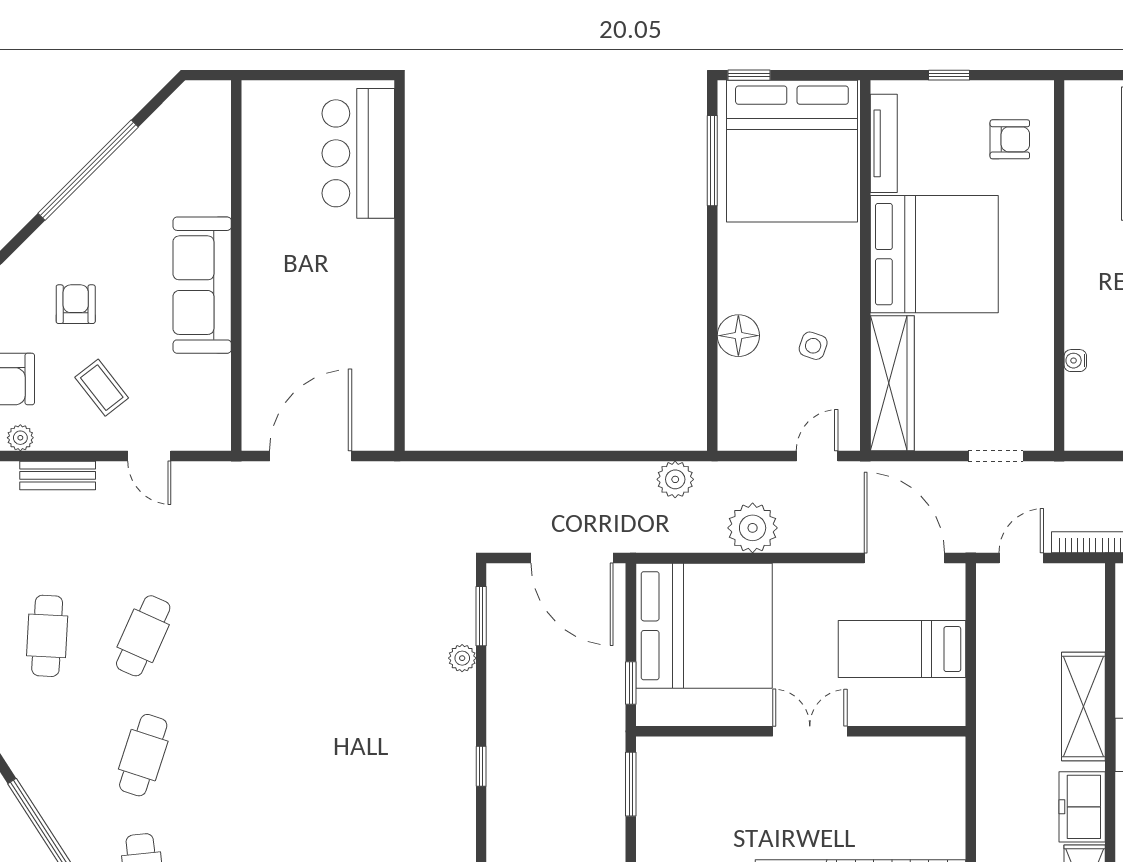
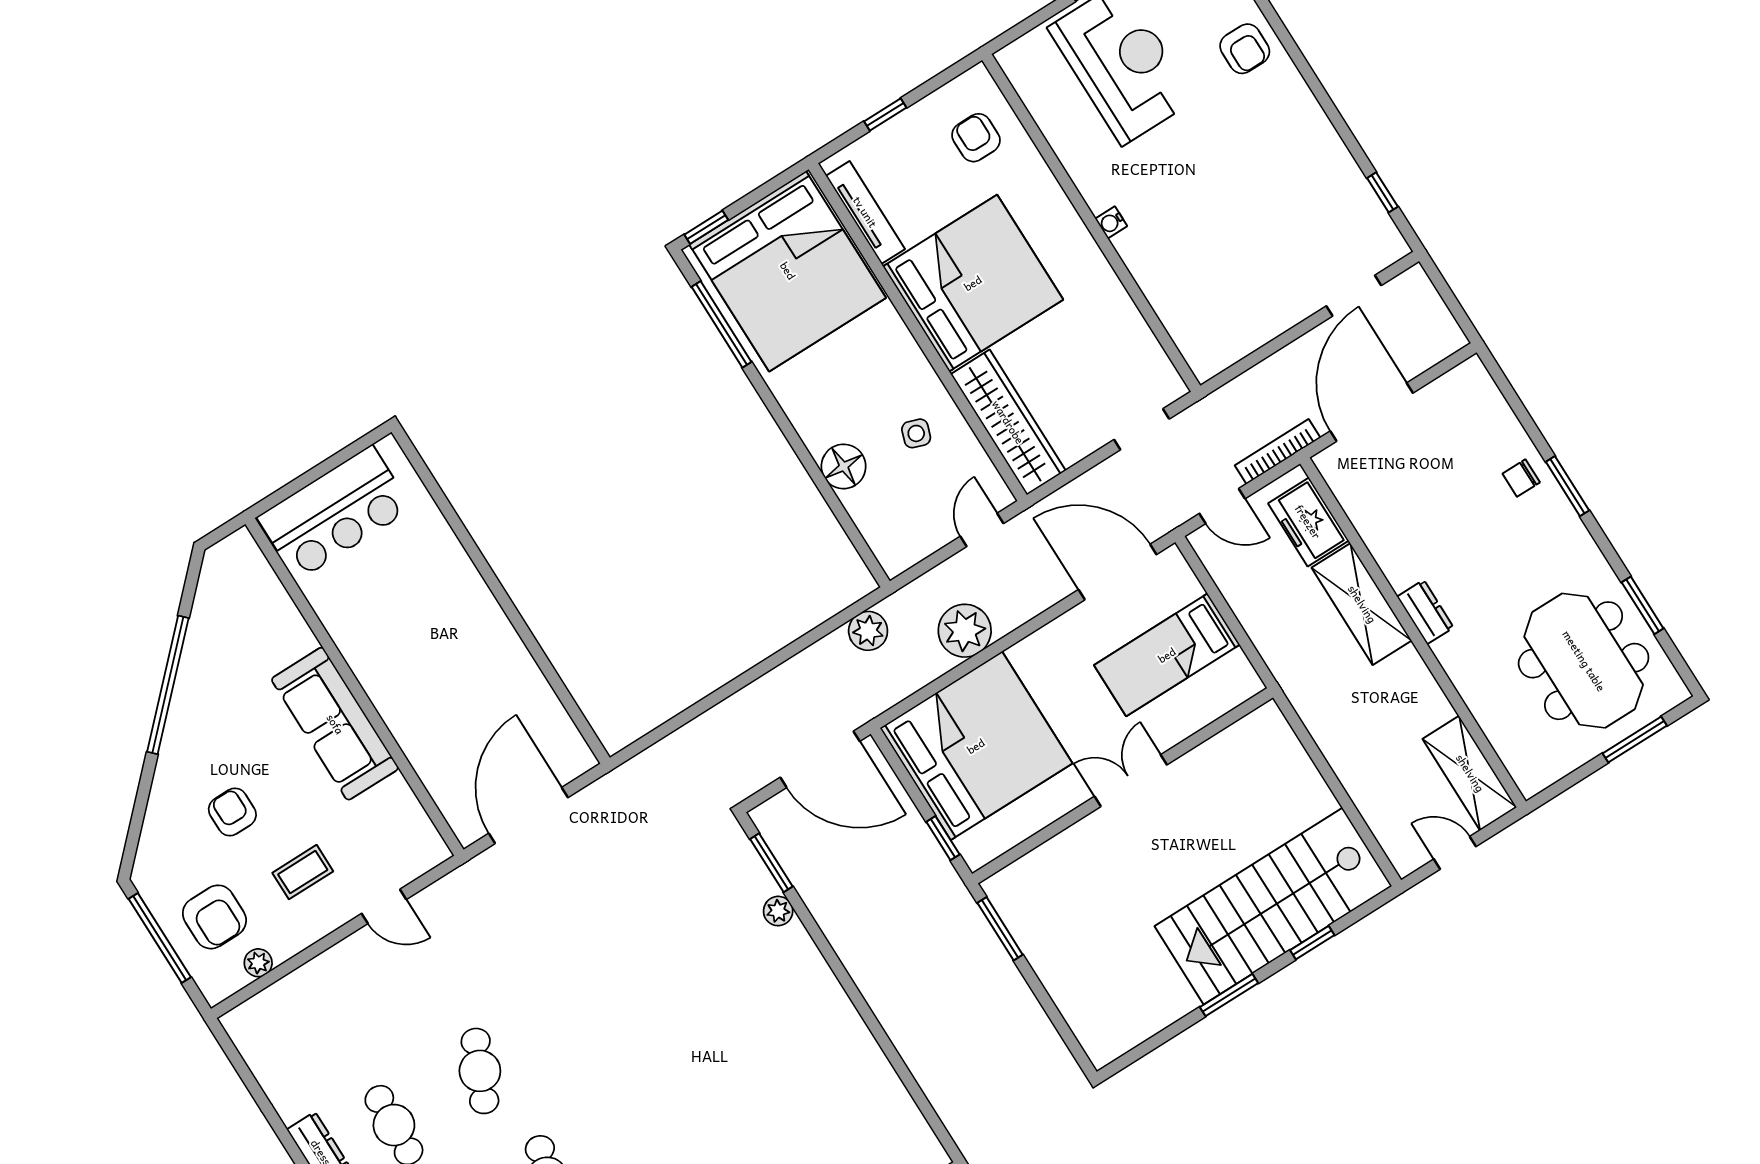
armchair: (1010, 139) -> (976, 138), turned -90
bar counter: (358, 153) -> (334, 513), moved, turned -90
water cooler: (1075, 361) -> (1111, 222), moved
coffee table: (102, 388) -> (303, 872), turned -52
bench: (58, 475) -> (313, 976), removed
door: (1021, 558) -> (1222, 506), swing flipped
window: (481, 766) -> (856, 997), removed
freezer: (1082, 807) -> (1308, 522), moved

